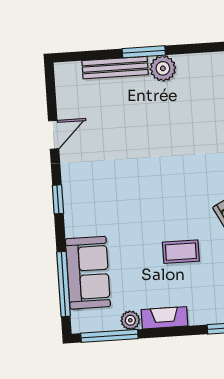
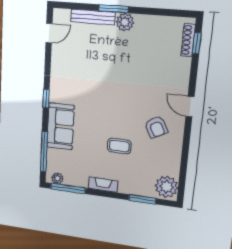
door: (54, 135) -> (49, 33), moved
sofa: (88, 273) -> (60, 126), moved
plant: (130, 320) -> (57, 178), moved

